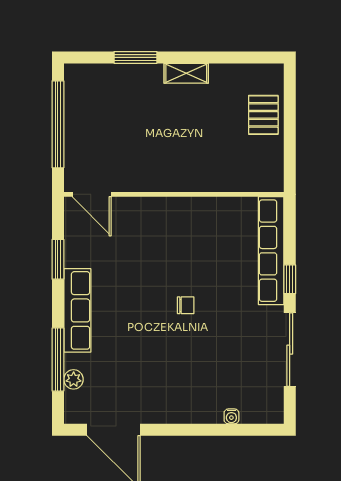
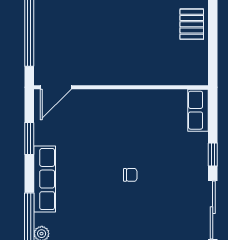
door: (92, 194) -> (56, 87), hinge flipped
row of seats: (271, 251) -> (198, 110), width x0.50

